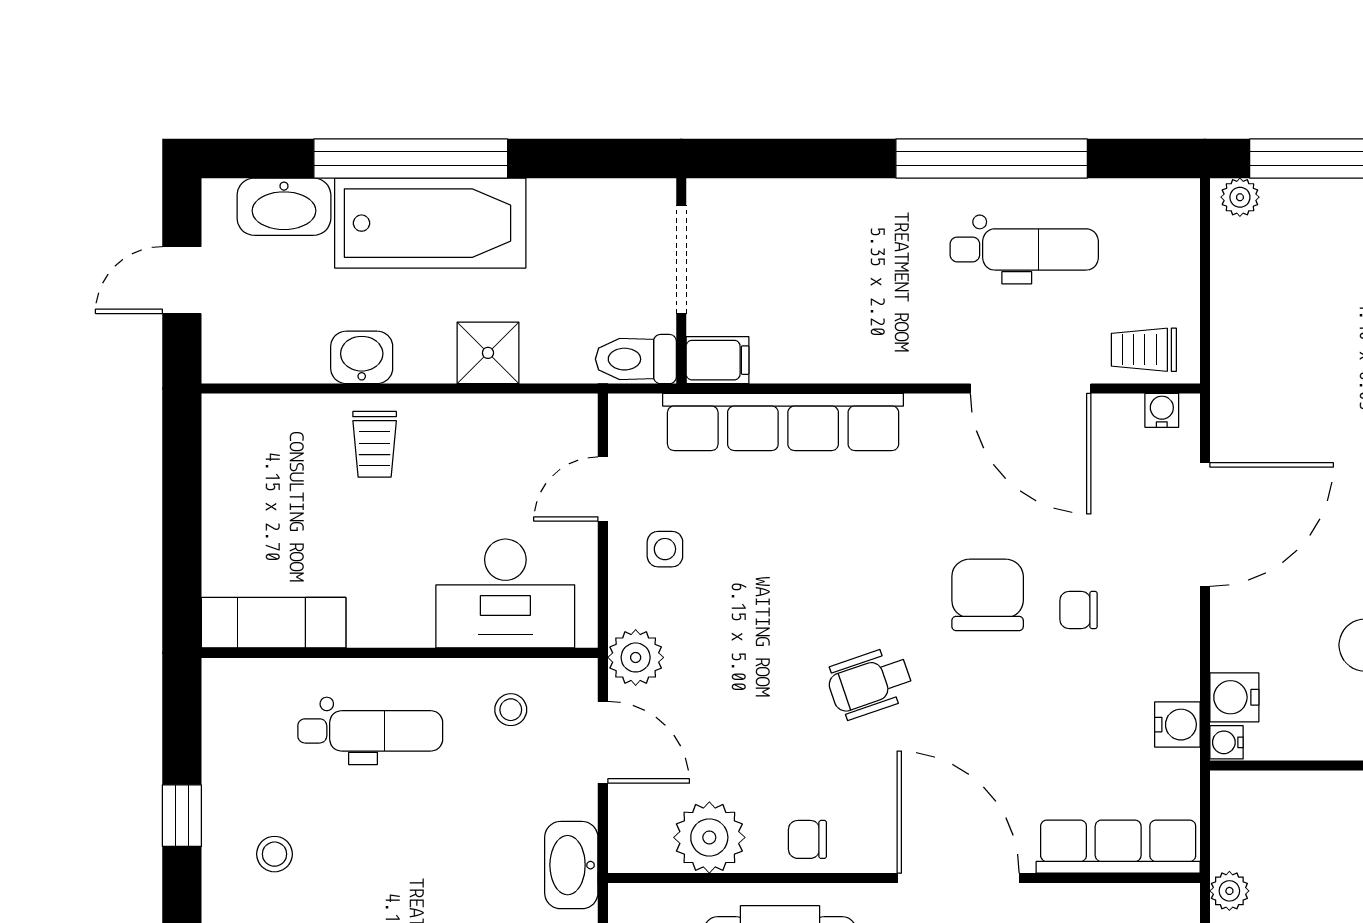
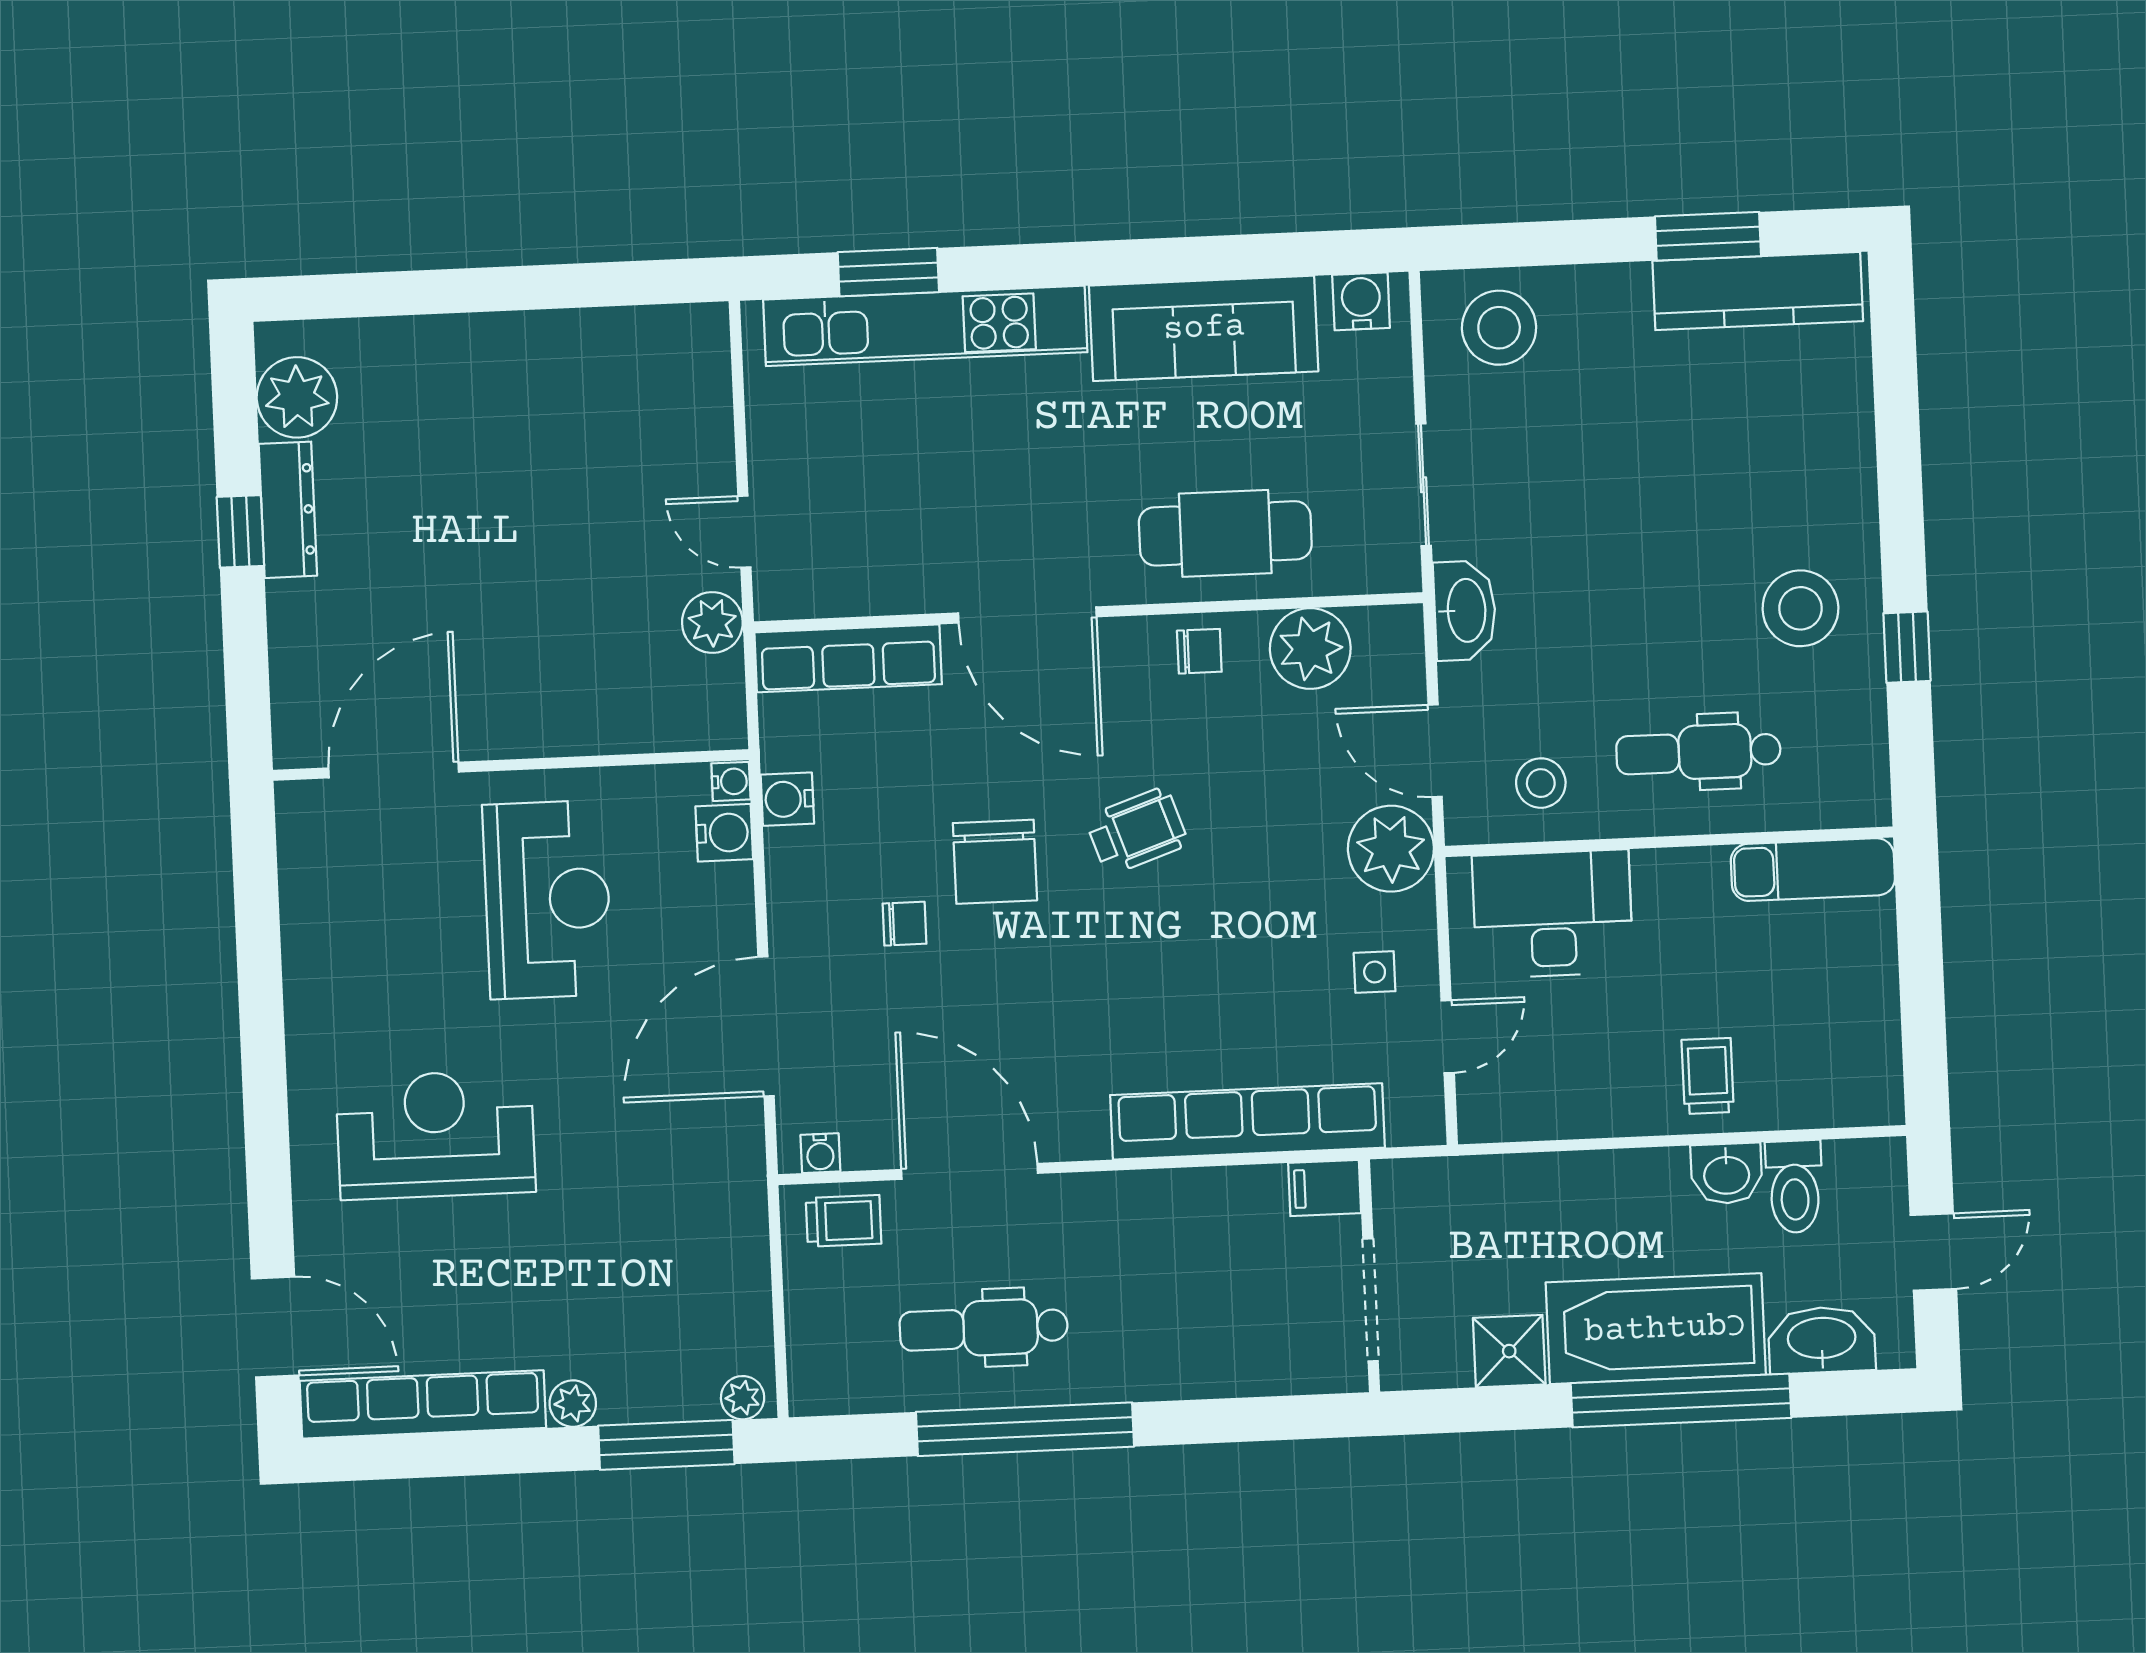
shower: (488, 353) -> (1509, 1351), moved
toilet: (636, 359) -> (1795, 1187), moved, turned 90
chair: (988, 595) -> (995, 862), moved
plant: (636, 657) -> (1391, 849), width x1.36, depth x1.36
stool: (511, 710) -> (1541, 783), width x1.37, depth x1.37
stool: (274, 854) -> (1800, 608), width x1.89, depth x1.89
plant: (1229, 891) -> (712, 622), width x1.38, depth x1.38

